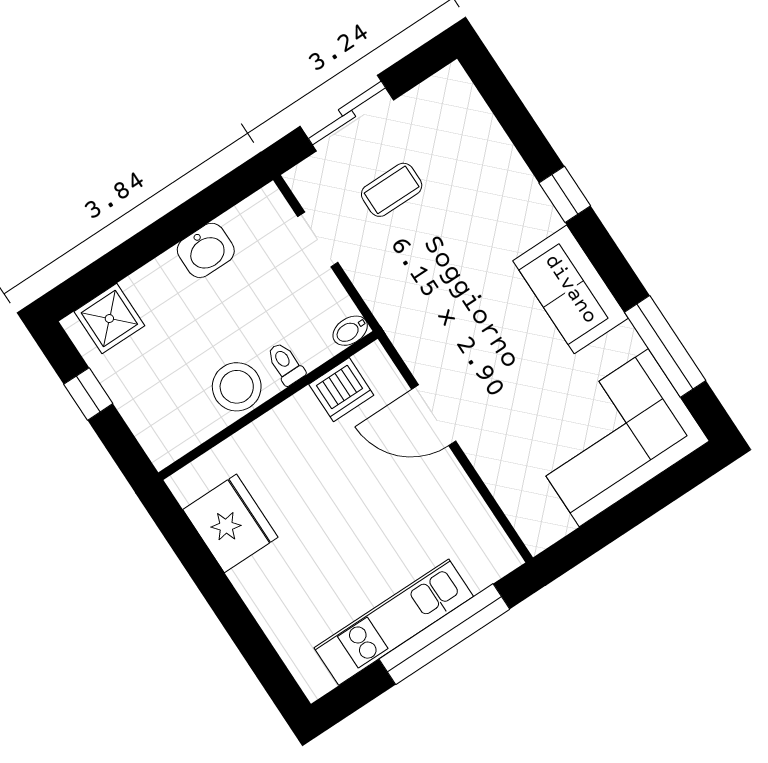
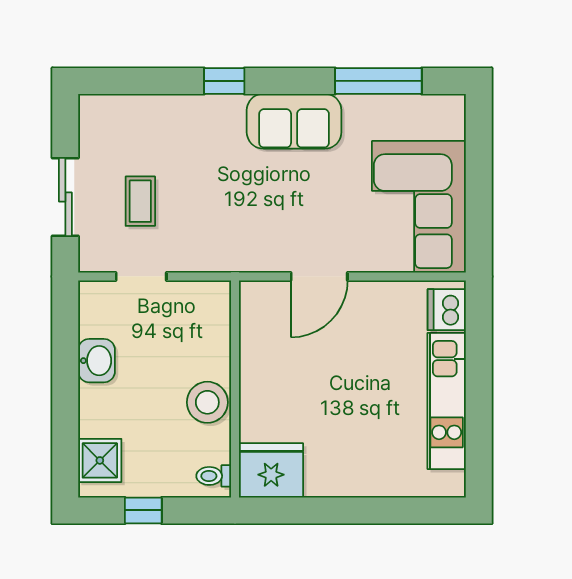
bidet: (350, 331) -> (220, 296), removed
toilet: (286, 364) -> (214, 476), moved
dishwasher: (341, 390) -> (447, 310), moved, turned 180
corner sofa: (614, 438) -> (419, 207), moved
fridge: (230, 523) -> (271, 470), moved
window: (444, 634) -> (479, 371), removed

